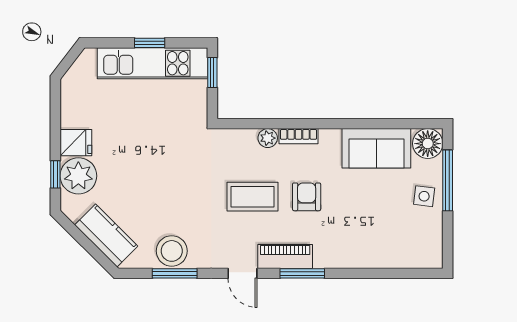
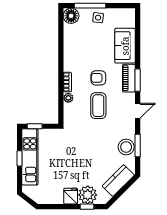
sofa: (376, 148) -> (125, 46), moved, turned 180
piano: (285, 256) -> (129, 78), moved

